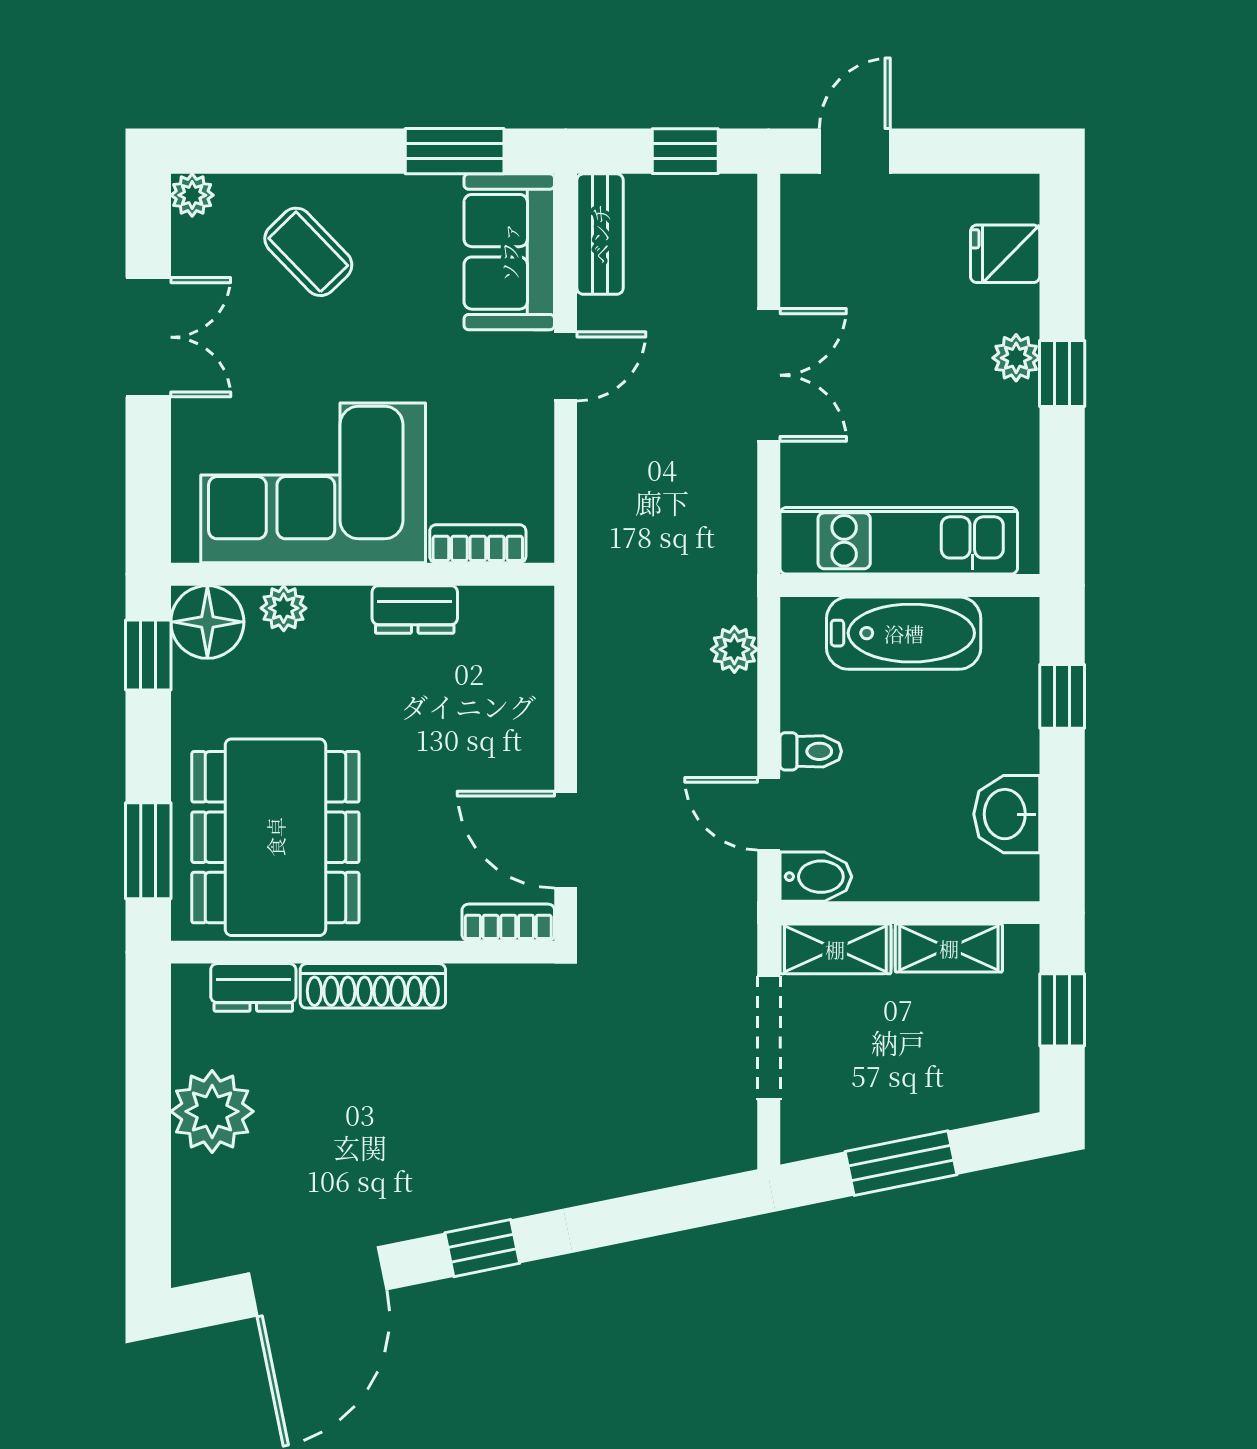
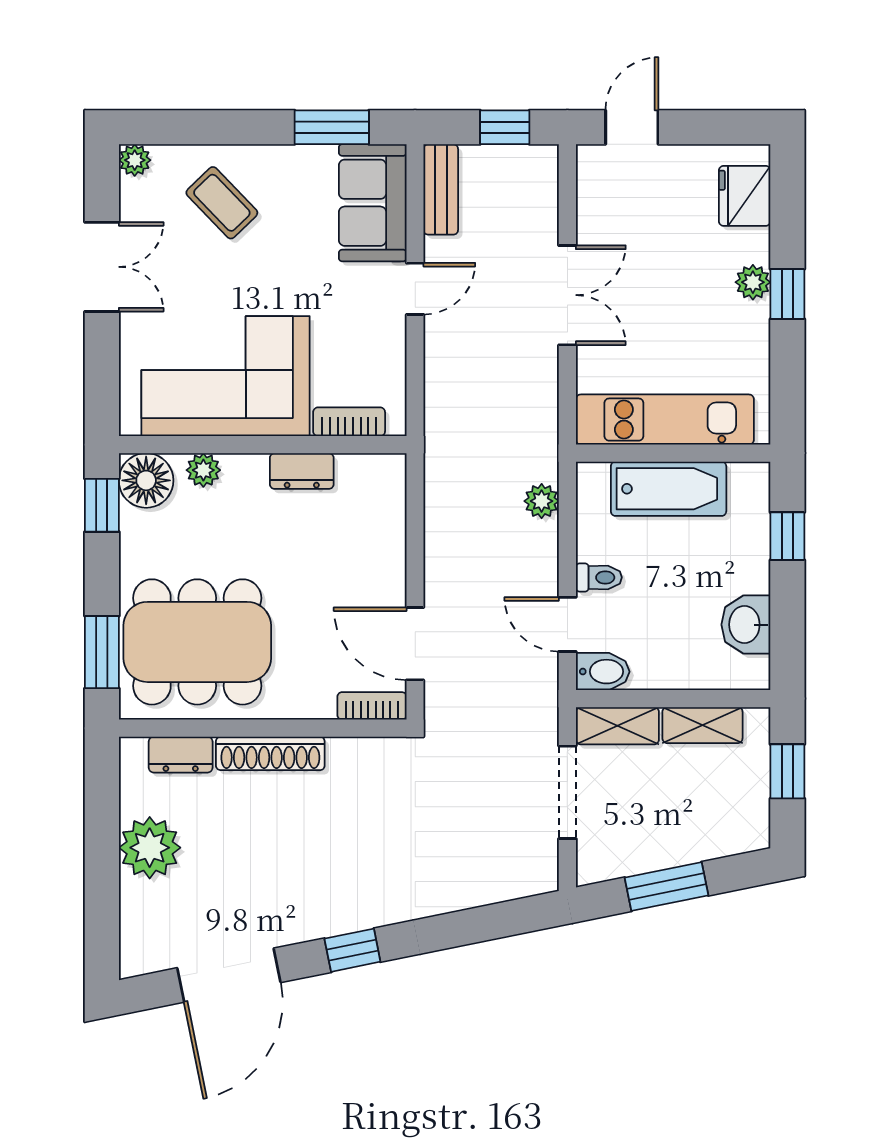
fridge: (1005, 254) -> (745, 196), width x1.38
dining table: (275, 837) -> (197, 642), turned 90

